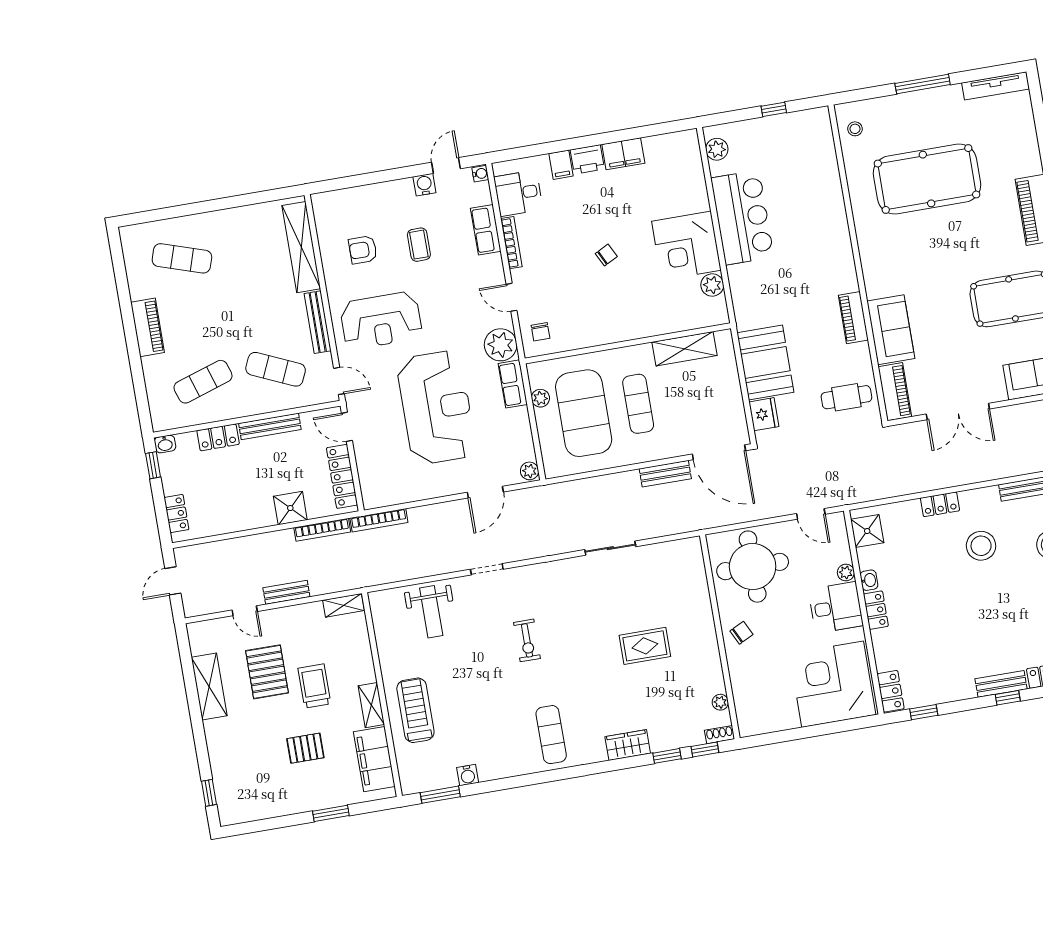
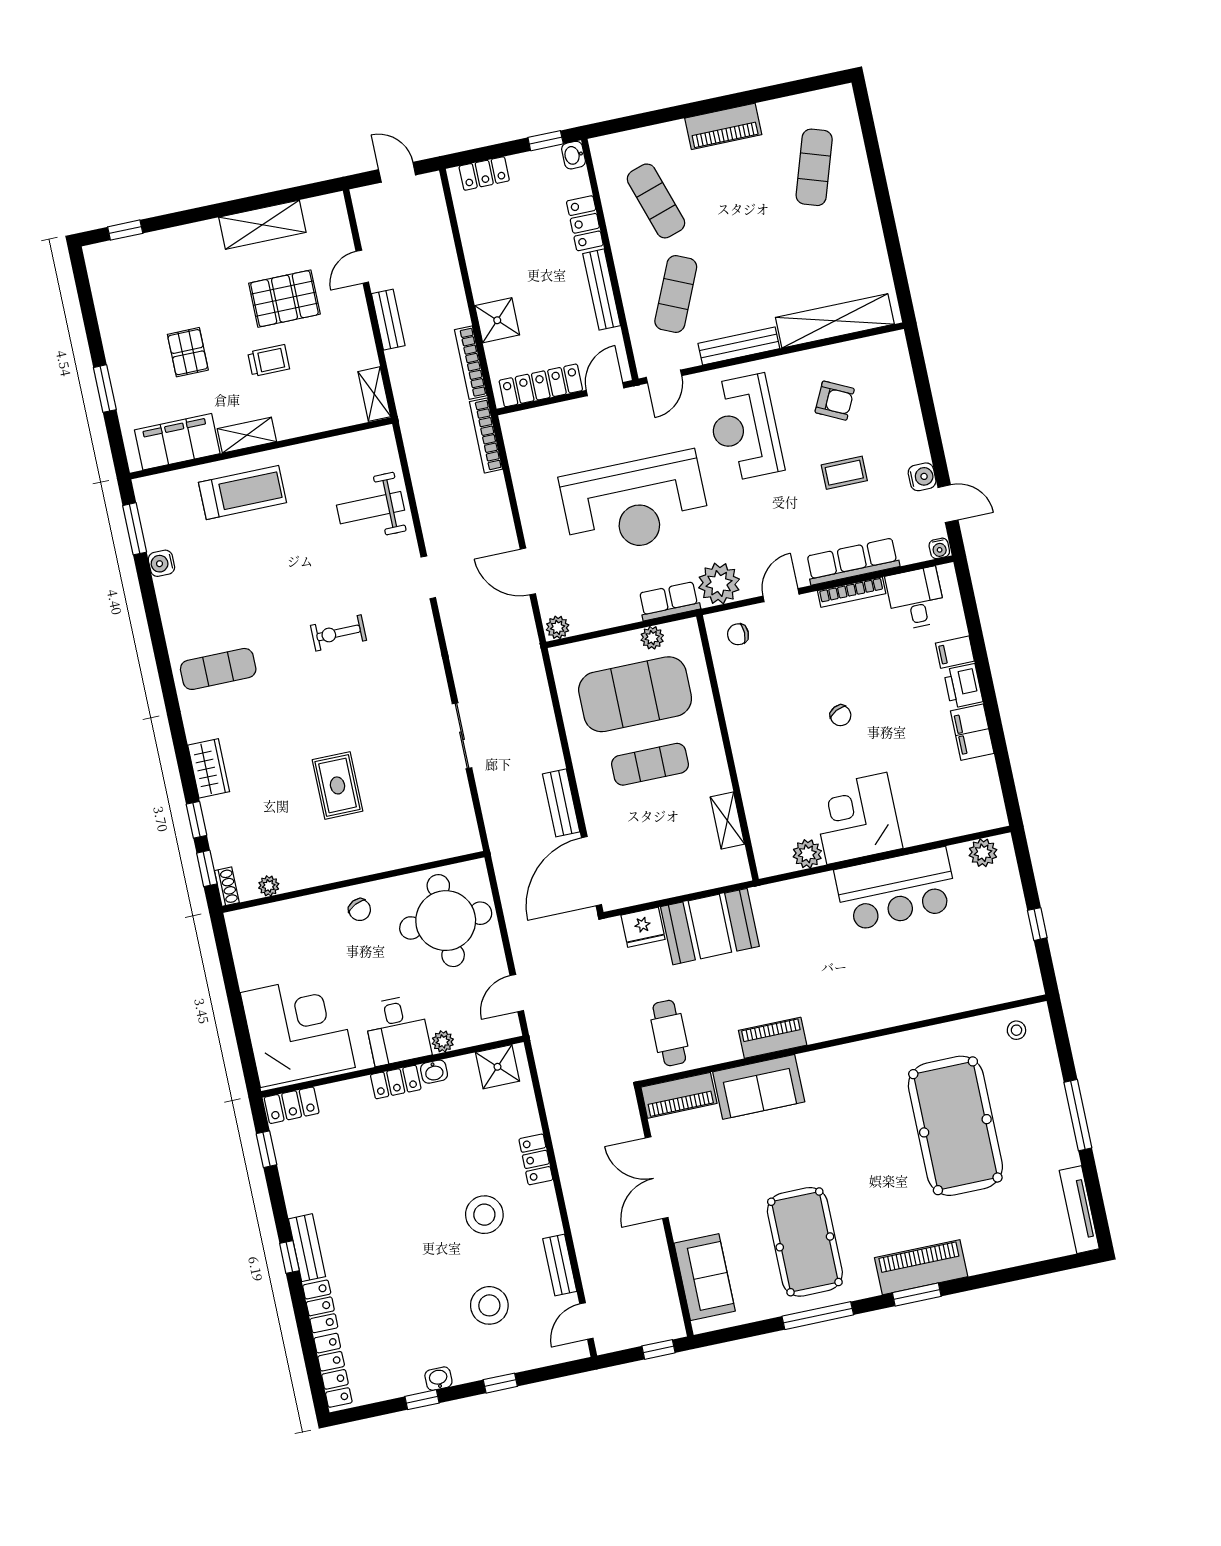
row of seats: (486, 230) -> (852, 561), width x1.48
armchair: (363, 250) -> (835, 401), turned 116
shelving: (684, 349) -> (727, 820), width x0.67, depth x0.75
trolley: (314, 686) -> (269, 361), width x0.73, depth x0.72

